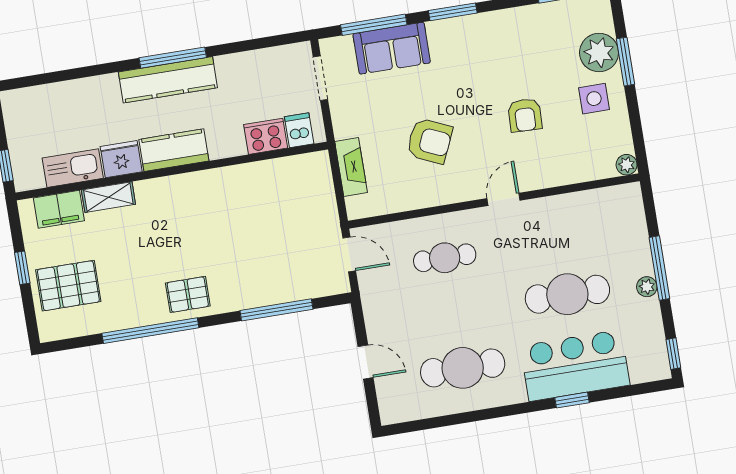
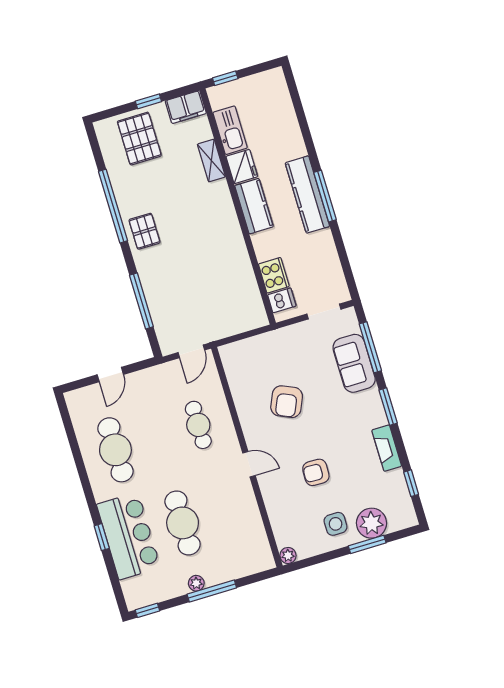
fireplace: (351, 167) -> (387, 448), moved, turned 90
filing cabinet: (59, 209) -> (186, 107), moved, turned -90

